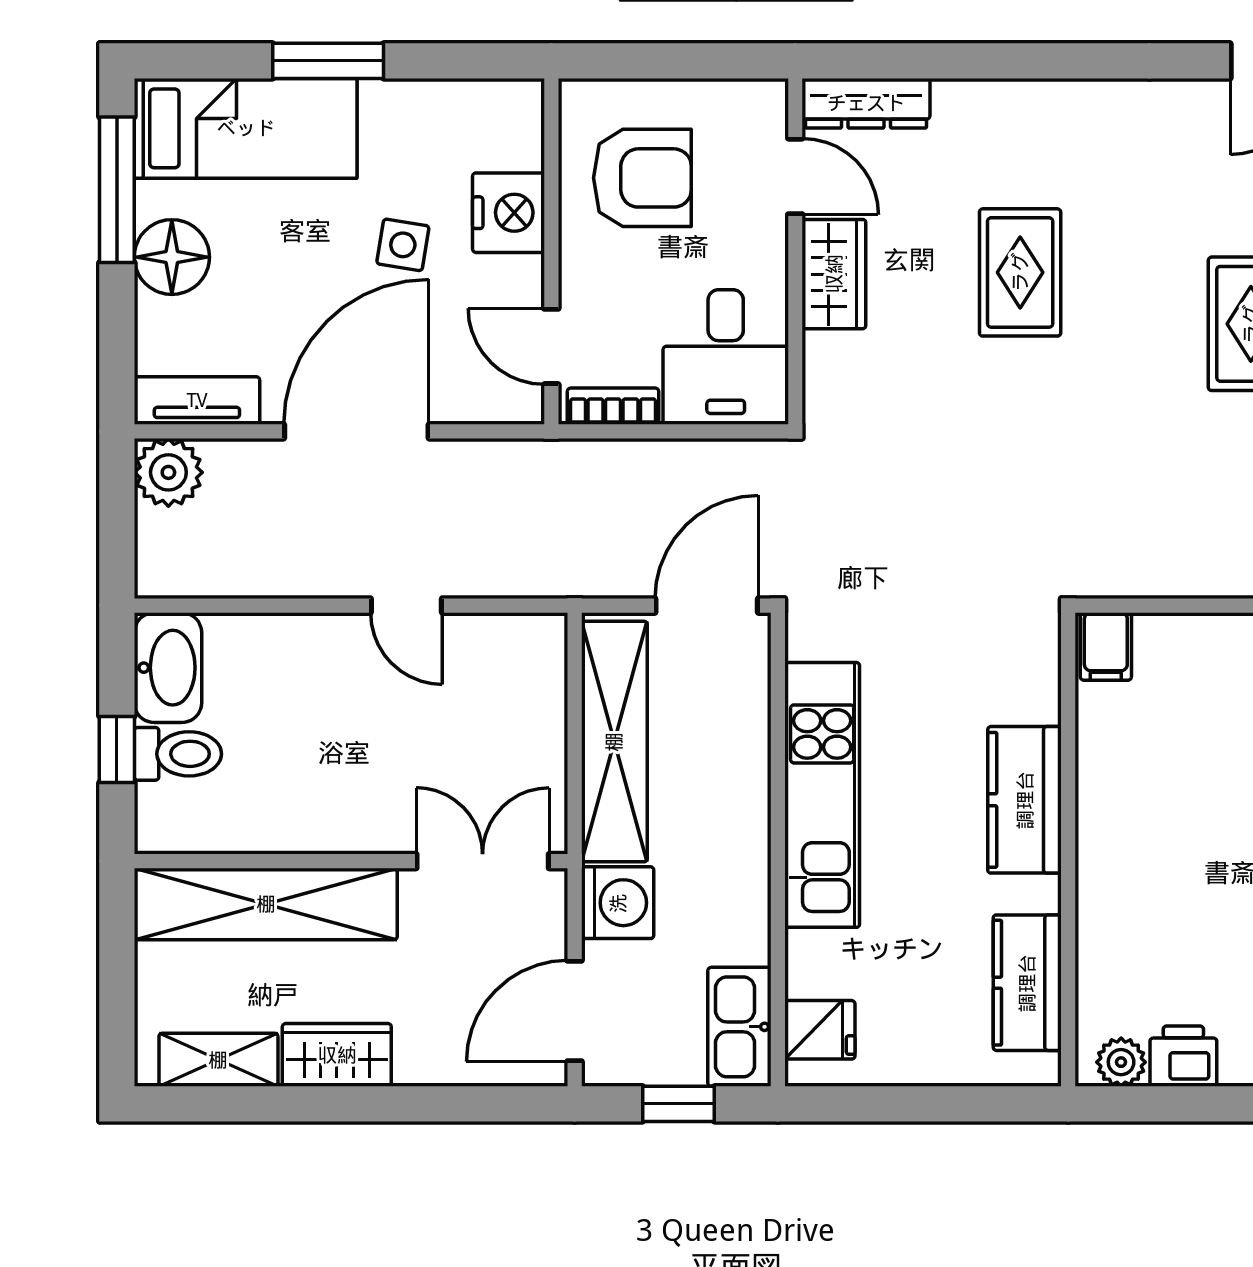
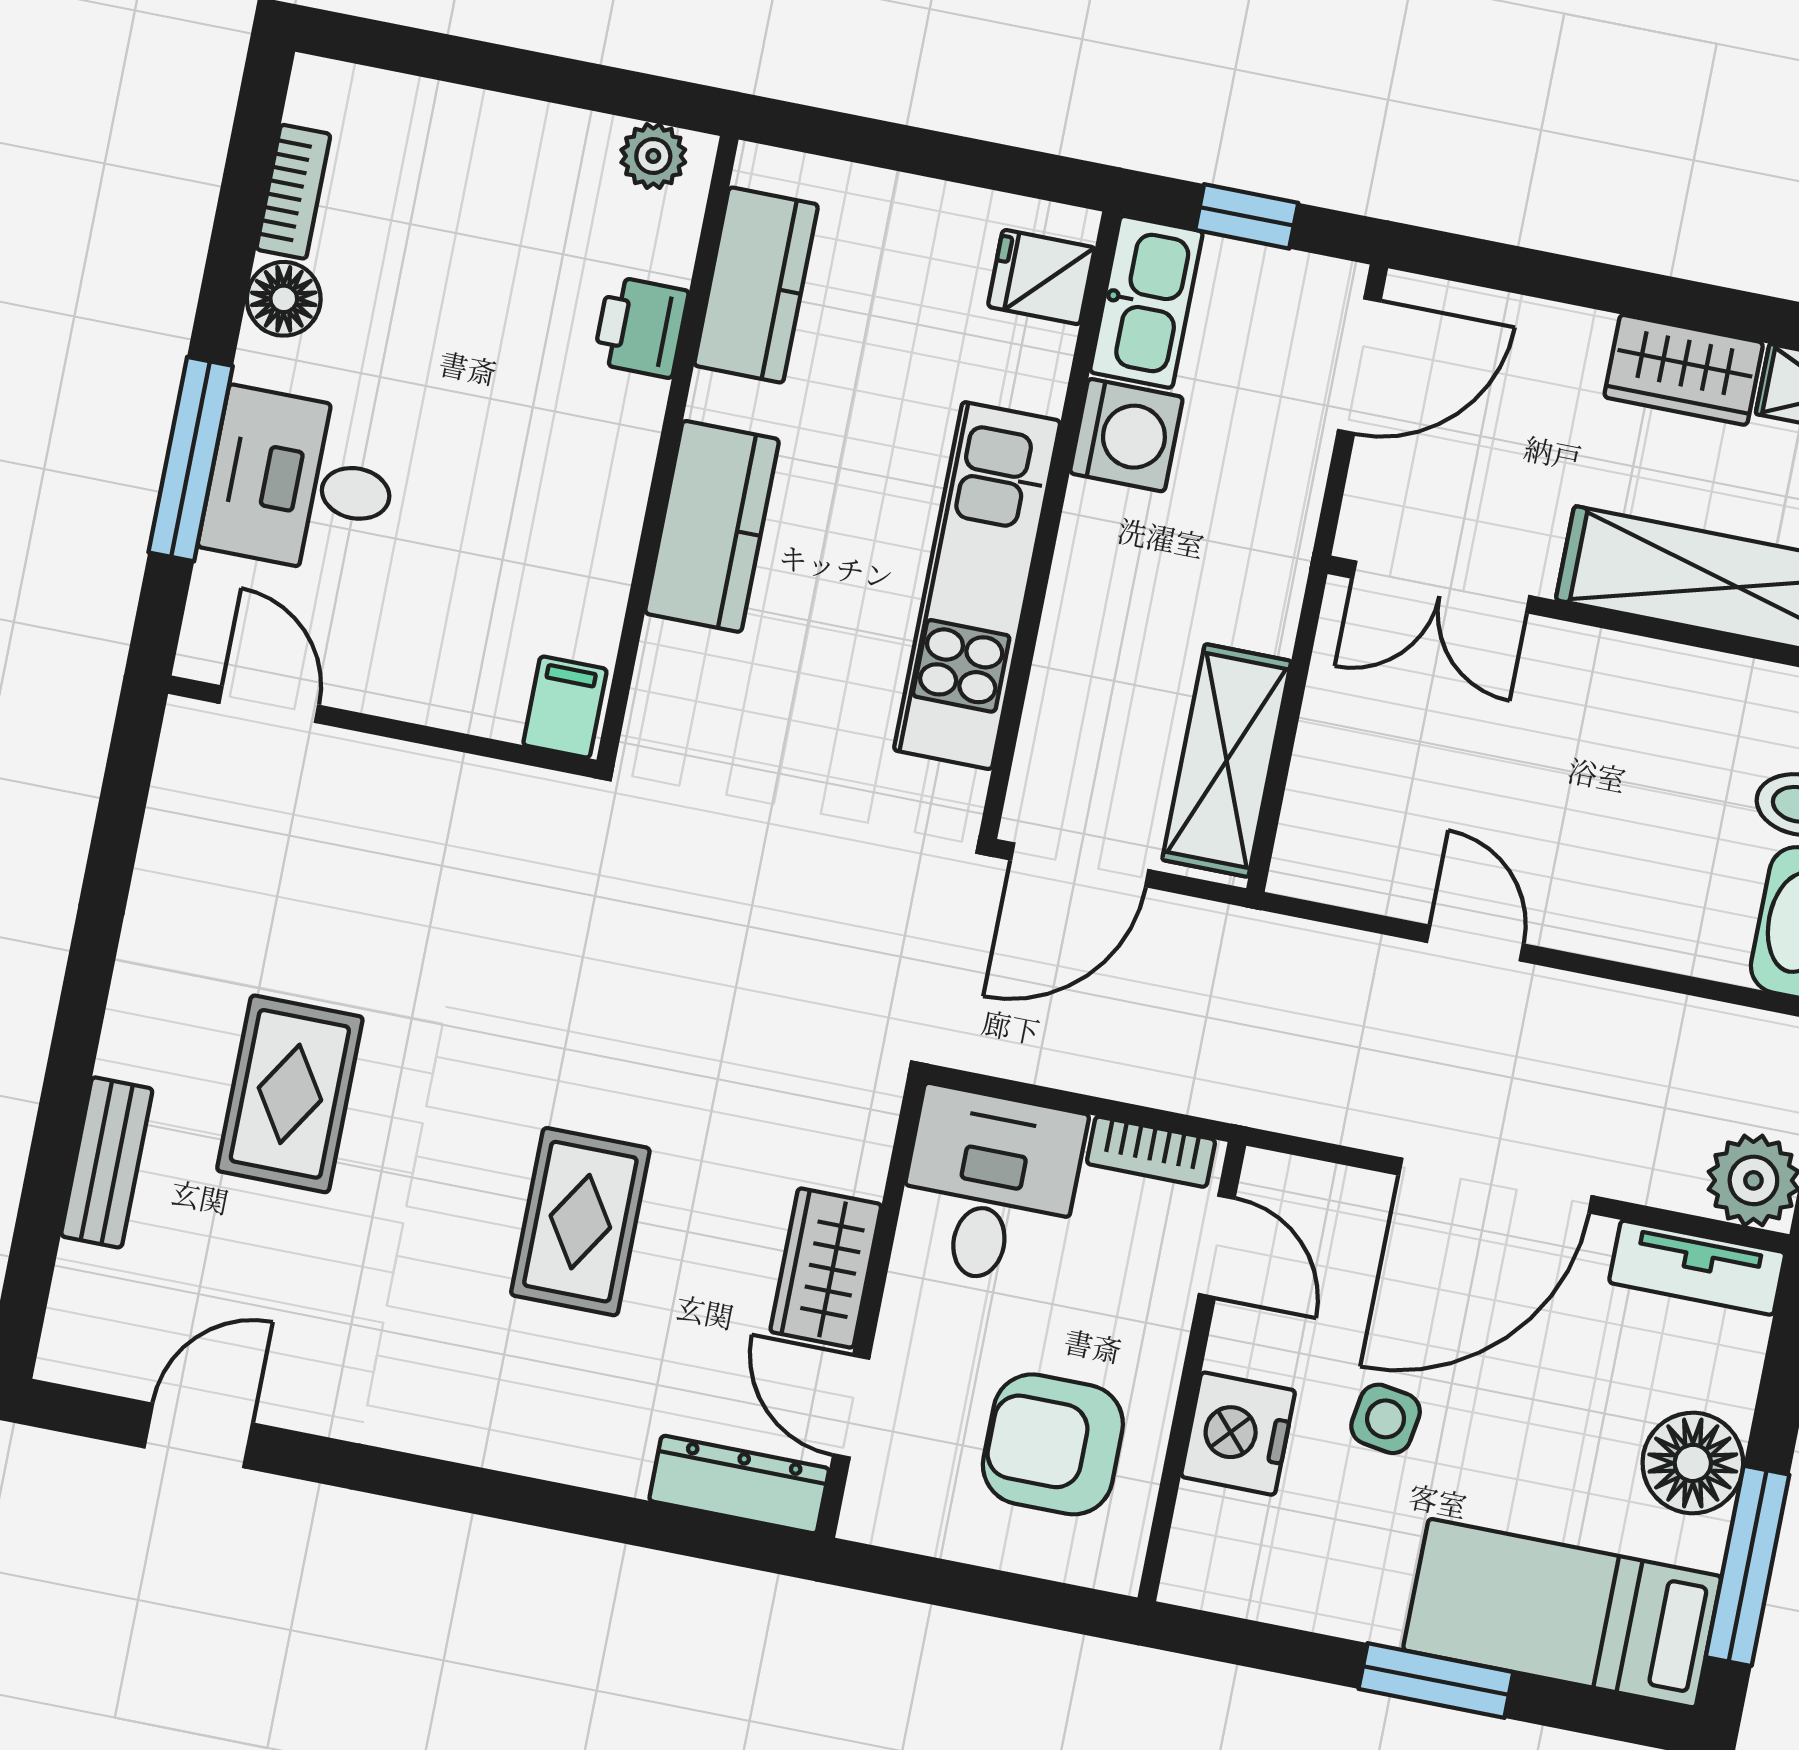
shelving: (614, 742) -> (1227, 760), width x0.68
washing machine: (618, 903) -> (1126, 435), moved, turned 180
printer: (1183, 1056) -> (641, 327), moved, turned 90

